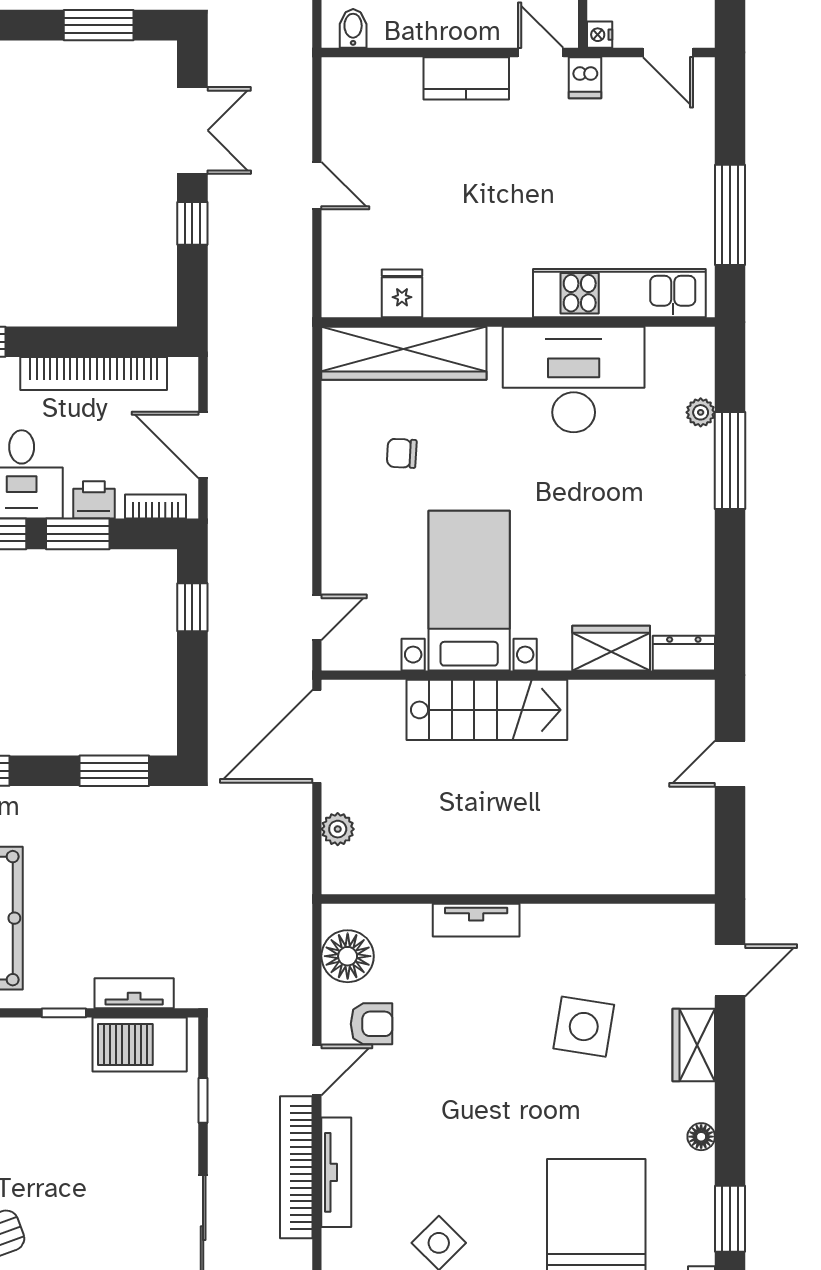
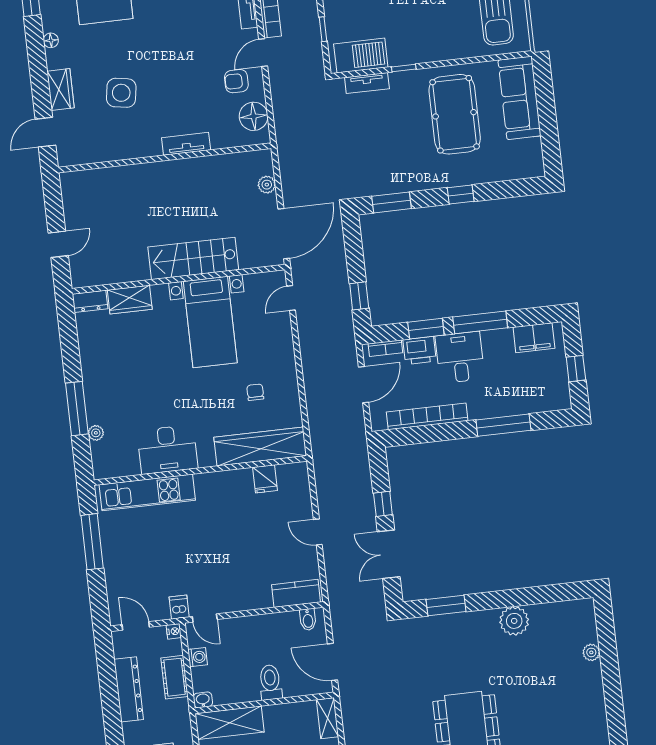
kitchen counter: (466, 78) -> (296, 593), moved
desk: (574, 380) -> (167, 449), width x0.73, depth x0.77
door: (203, 445) -> (363, 385), hinge flipped
chair: (402, 453) -> (255, 392), turned -93
printer: (94, 500) -> (420, 350), width x1.36, depth x1.24

